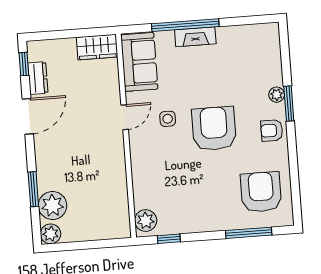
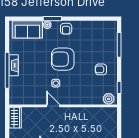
sofa: (139, 62) -> (27, 29), moved, turned 180
armchair: (261, 192) -> (101, 69), moved, width x0.53, depth x0.53

